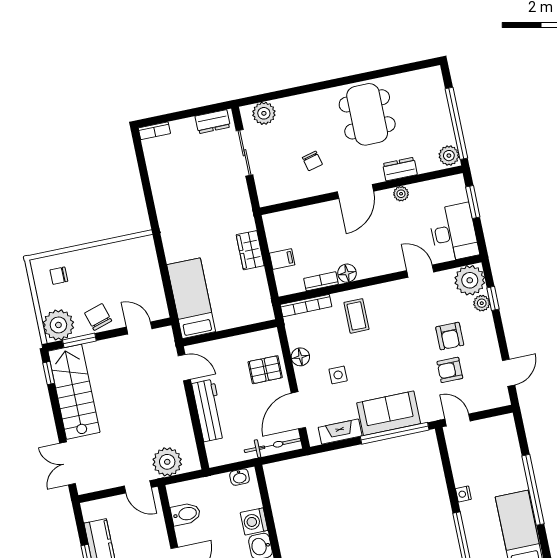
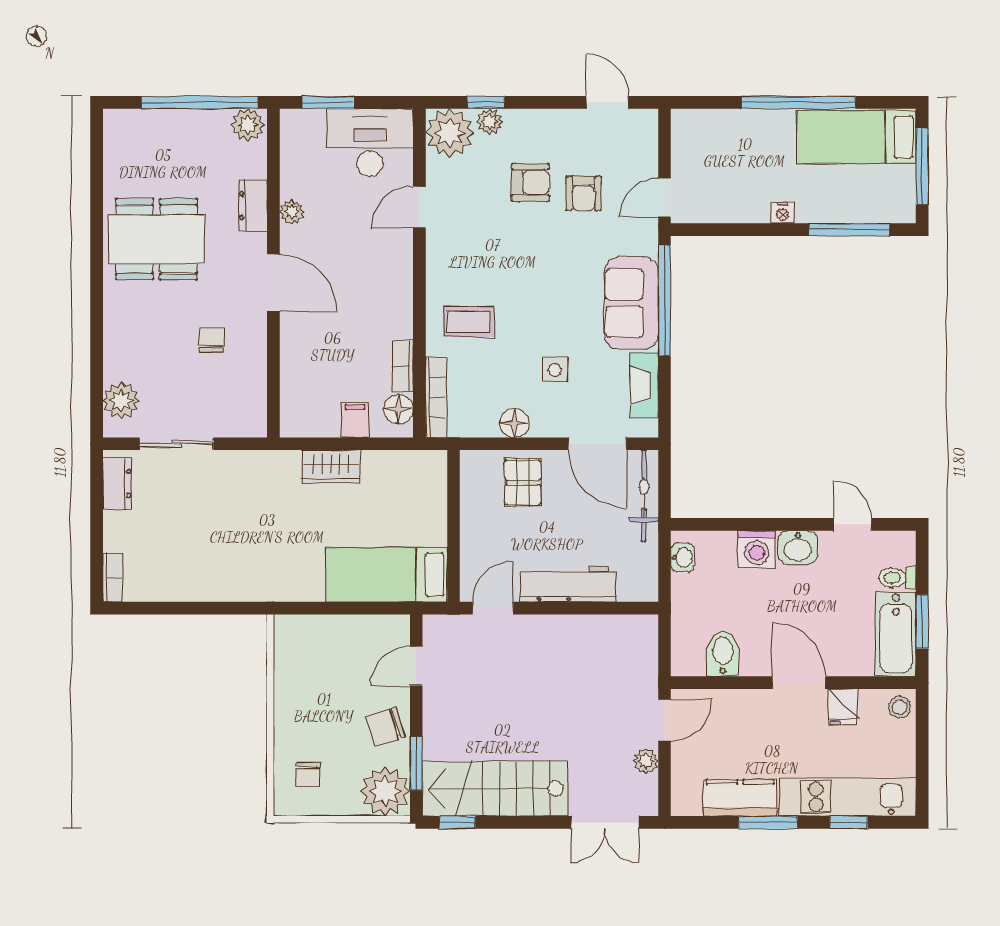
chair: (312, 161) -> (211, 340), turned -76
floor lamp: (347, 273) -> (398, 409), moved
plant: (167, 462) -> (646, 761), moved, width x0.53, depth x0.53

